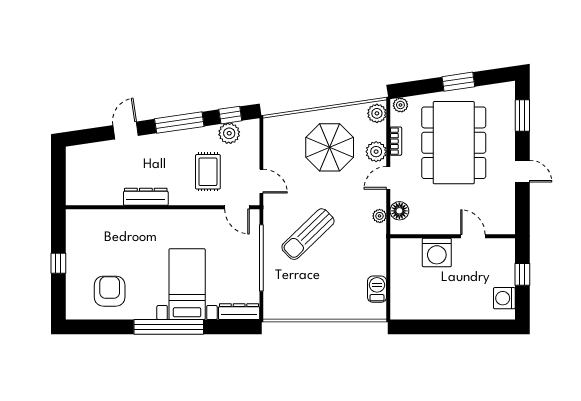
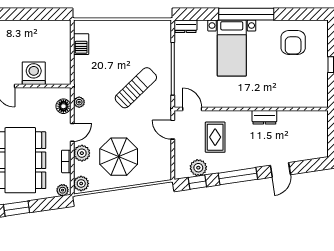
dresser: (146, 197) -> (264, 117), width x0.70
dresser: (239, 312) -> (186, 26), width x0.70

